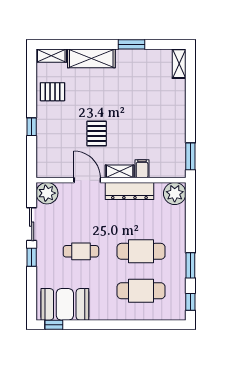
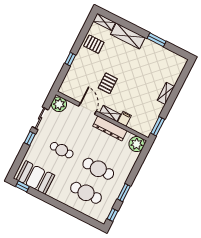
shelving: (179, 64) -> (166, 93), moved

